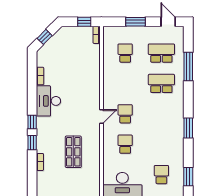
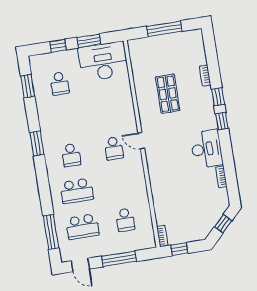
window: (136, 22) -> (119, 259), width x1.44
window: (188, 67) -> (51, 232), moved
door: (101, 116) -> (141, 141), hinge flipped
school desk: (125, 144) -> (71, 155), moved

